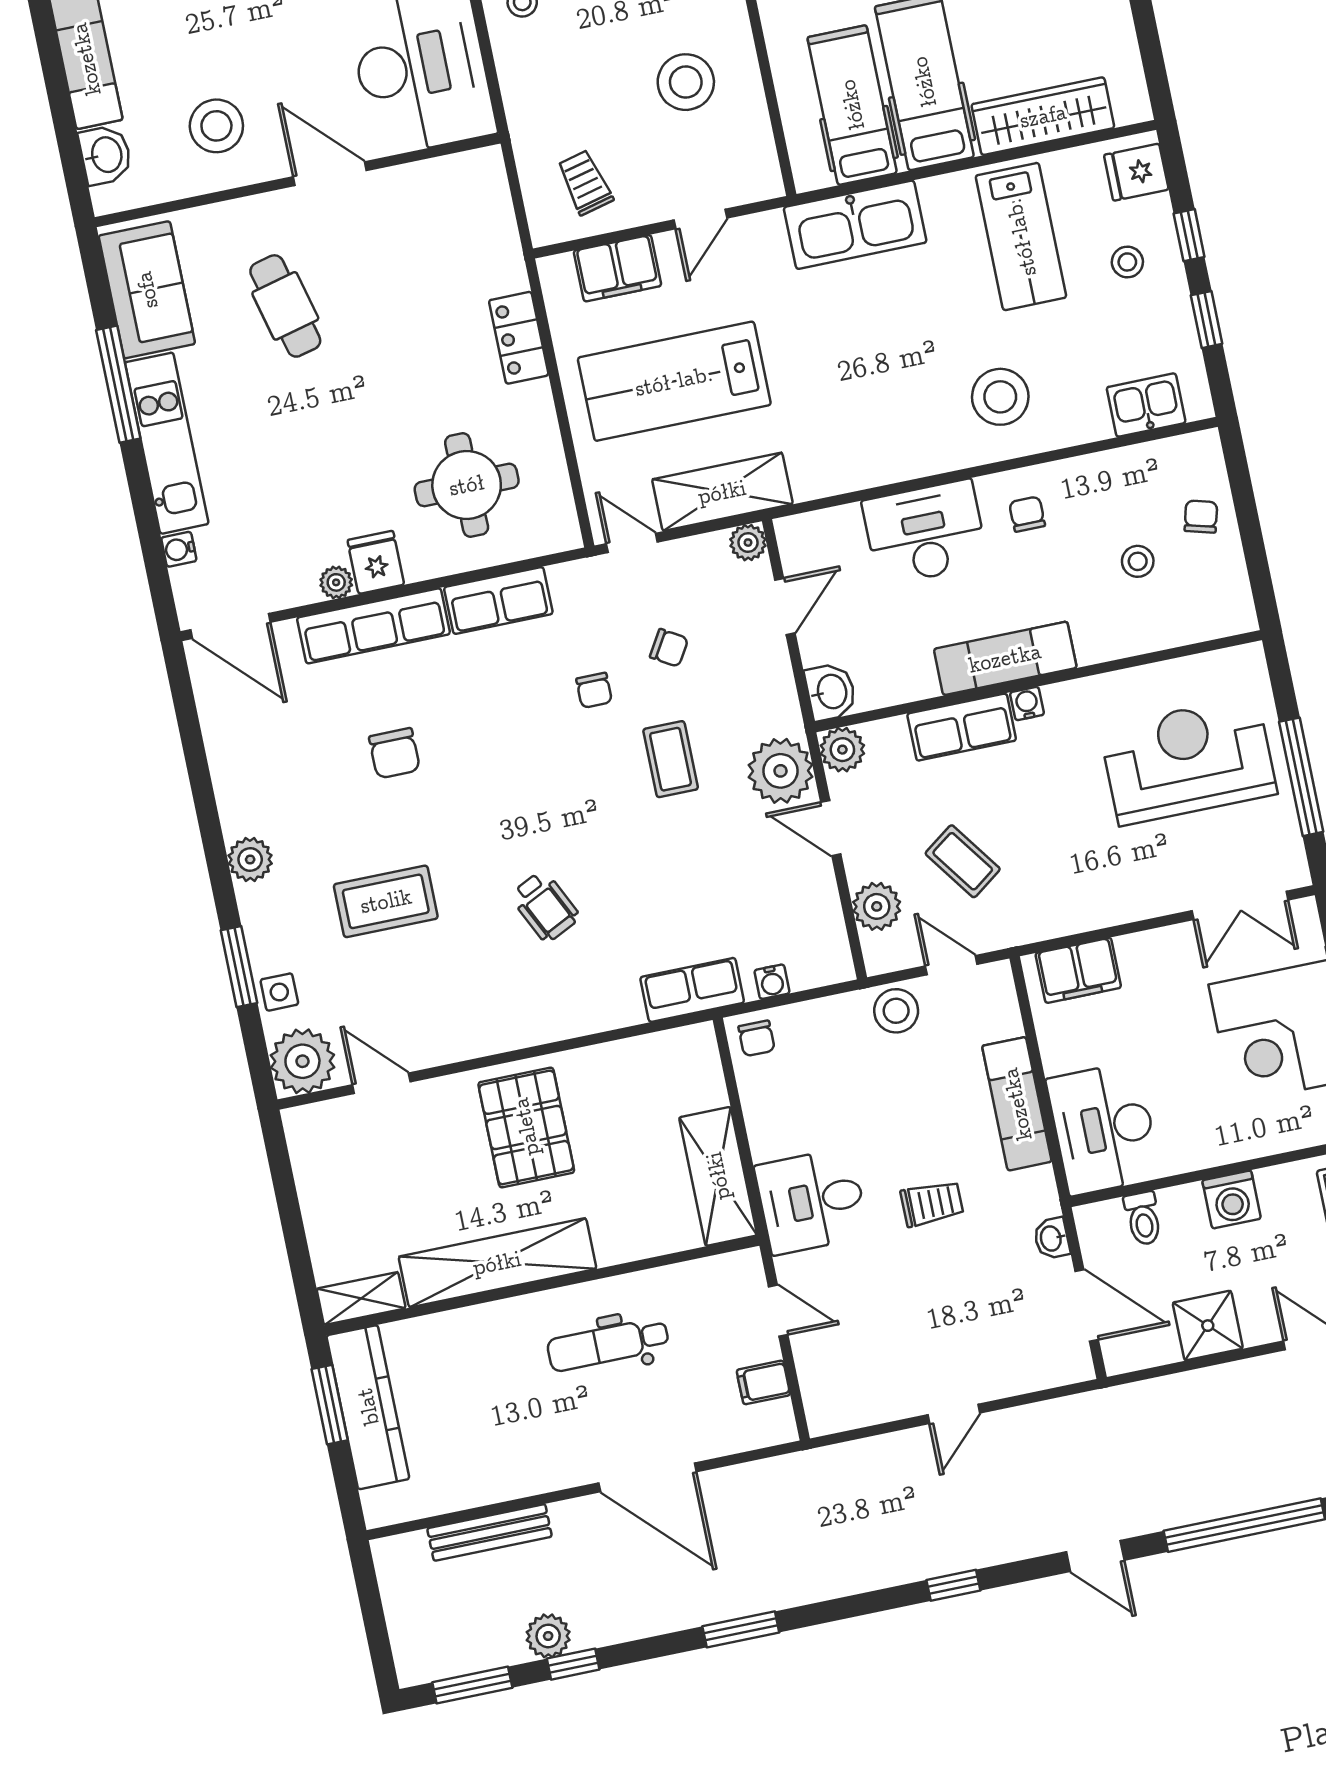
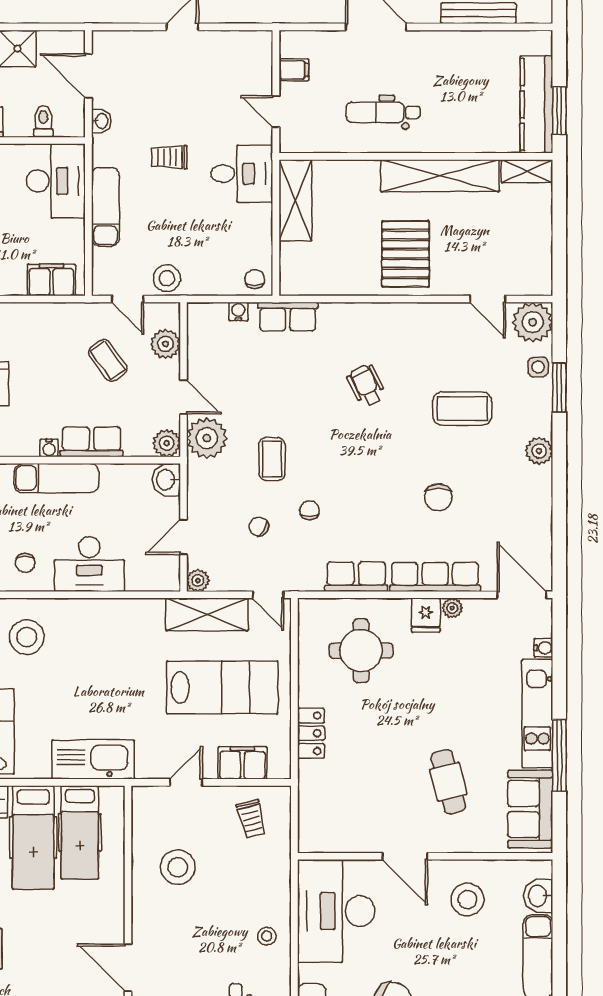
chair: (394, 753) -> (438, 497), turned 180
dental chair: (608, 1344) -> (383, 112), turned 180

